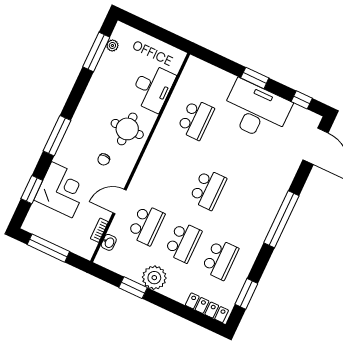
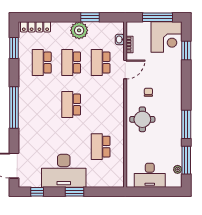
desk: (153, 88) -> (150, 175), moved, turned -90
window: (57, 136) -> (186, 124), moved
corner desk: (62, 190) -> (166, 37), moved, turned -90

